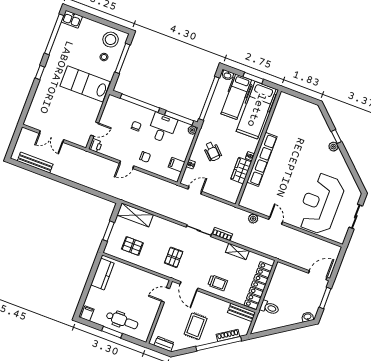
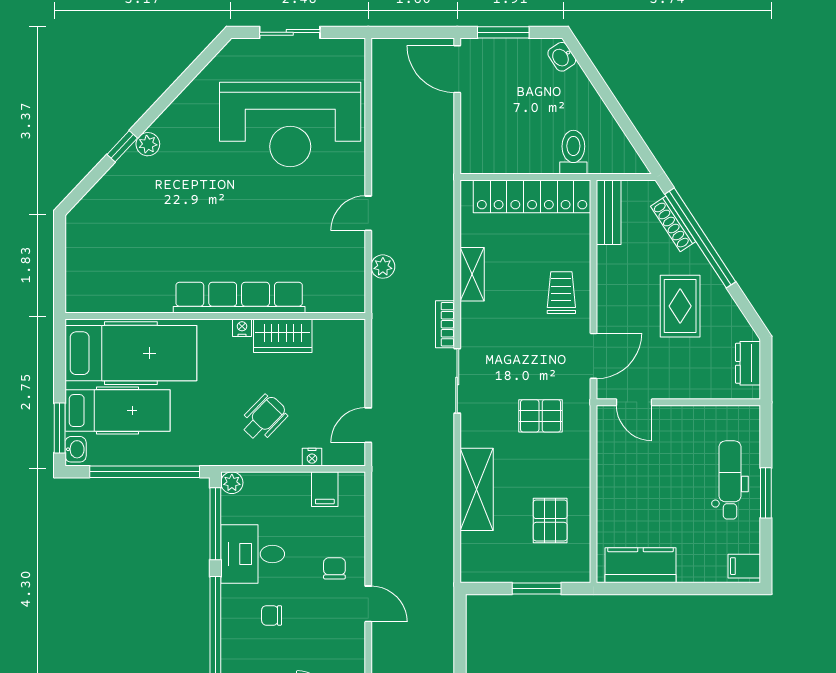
window: (253, 78) -> (60, 428), moved
door: (195, 190) -> (368, 425), hinge flipped
shelving: (135, 215) -> (477, 489), moved
rug: (196, 326) -> (680, 306), turned 90

